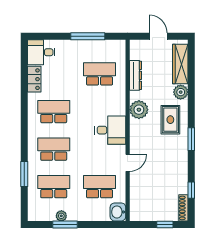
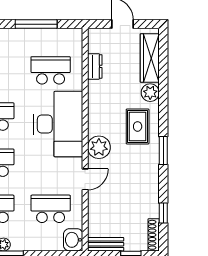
dresser: (136, 75) -> (95, 66), width x0.70
plant: (139, 110) -> (99, 147), moved
desk: (110, 130) -> (58, 124), width x1.87, depth x1.30
bench: (144, 216) -> (106, 244), added

